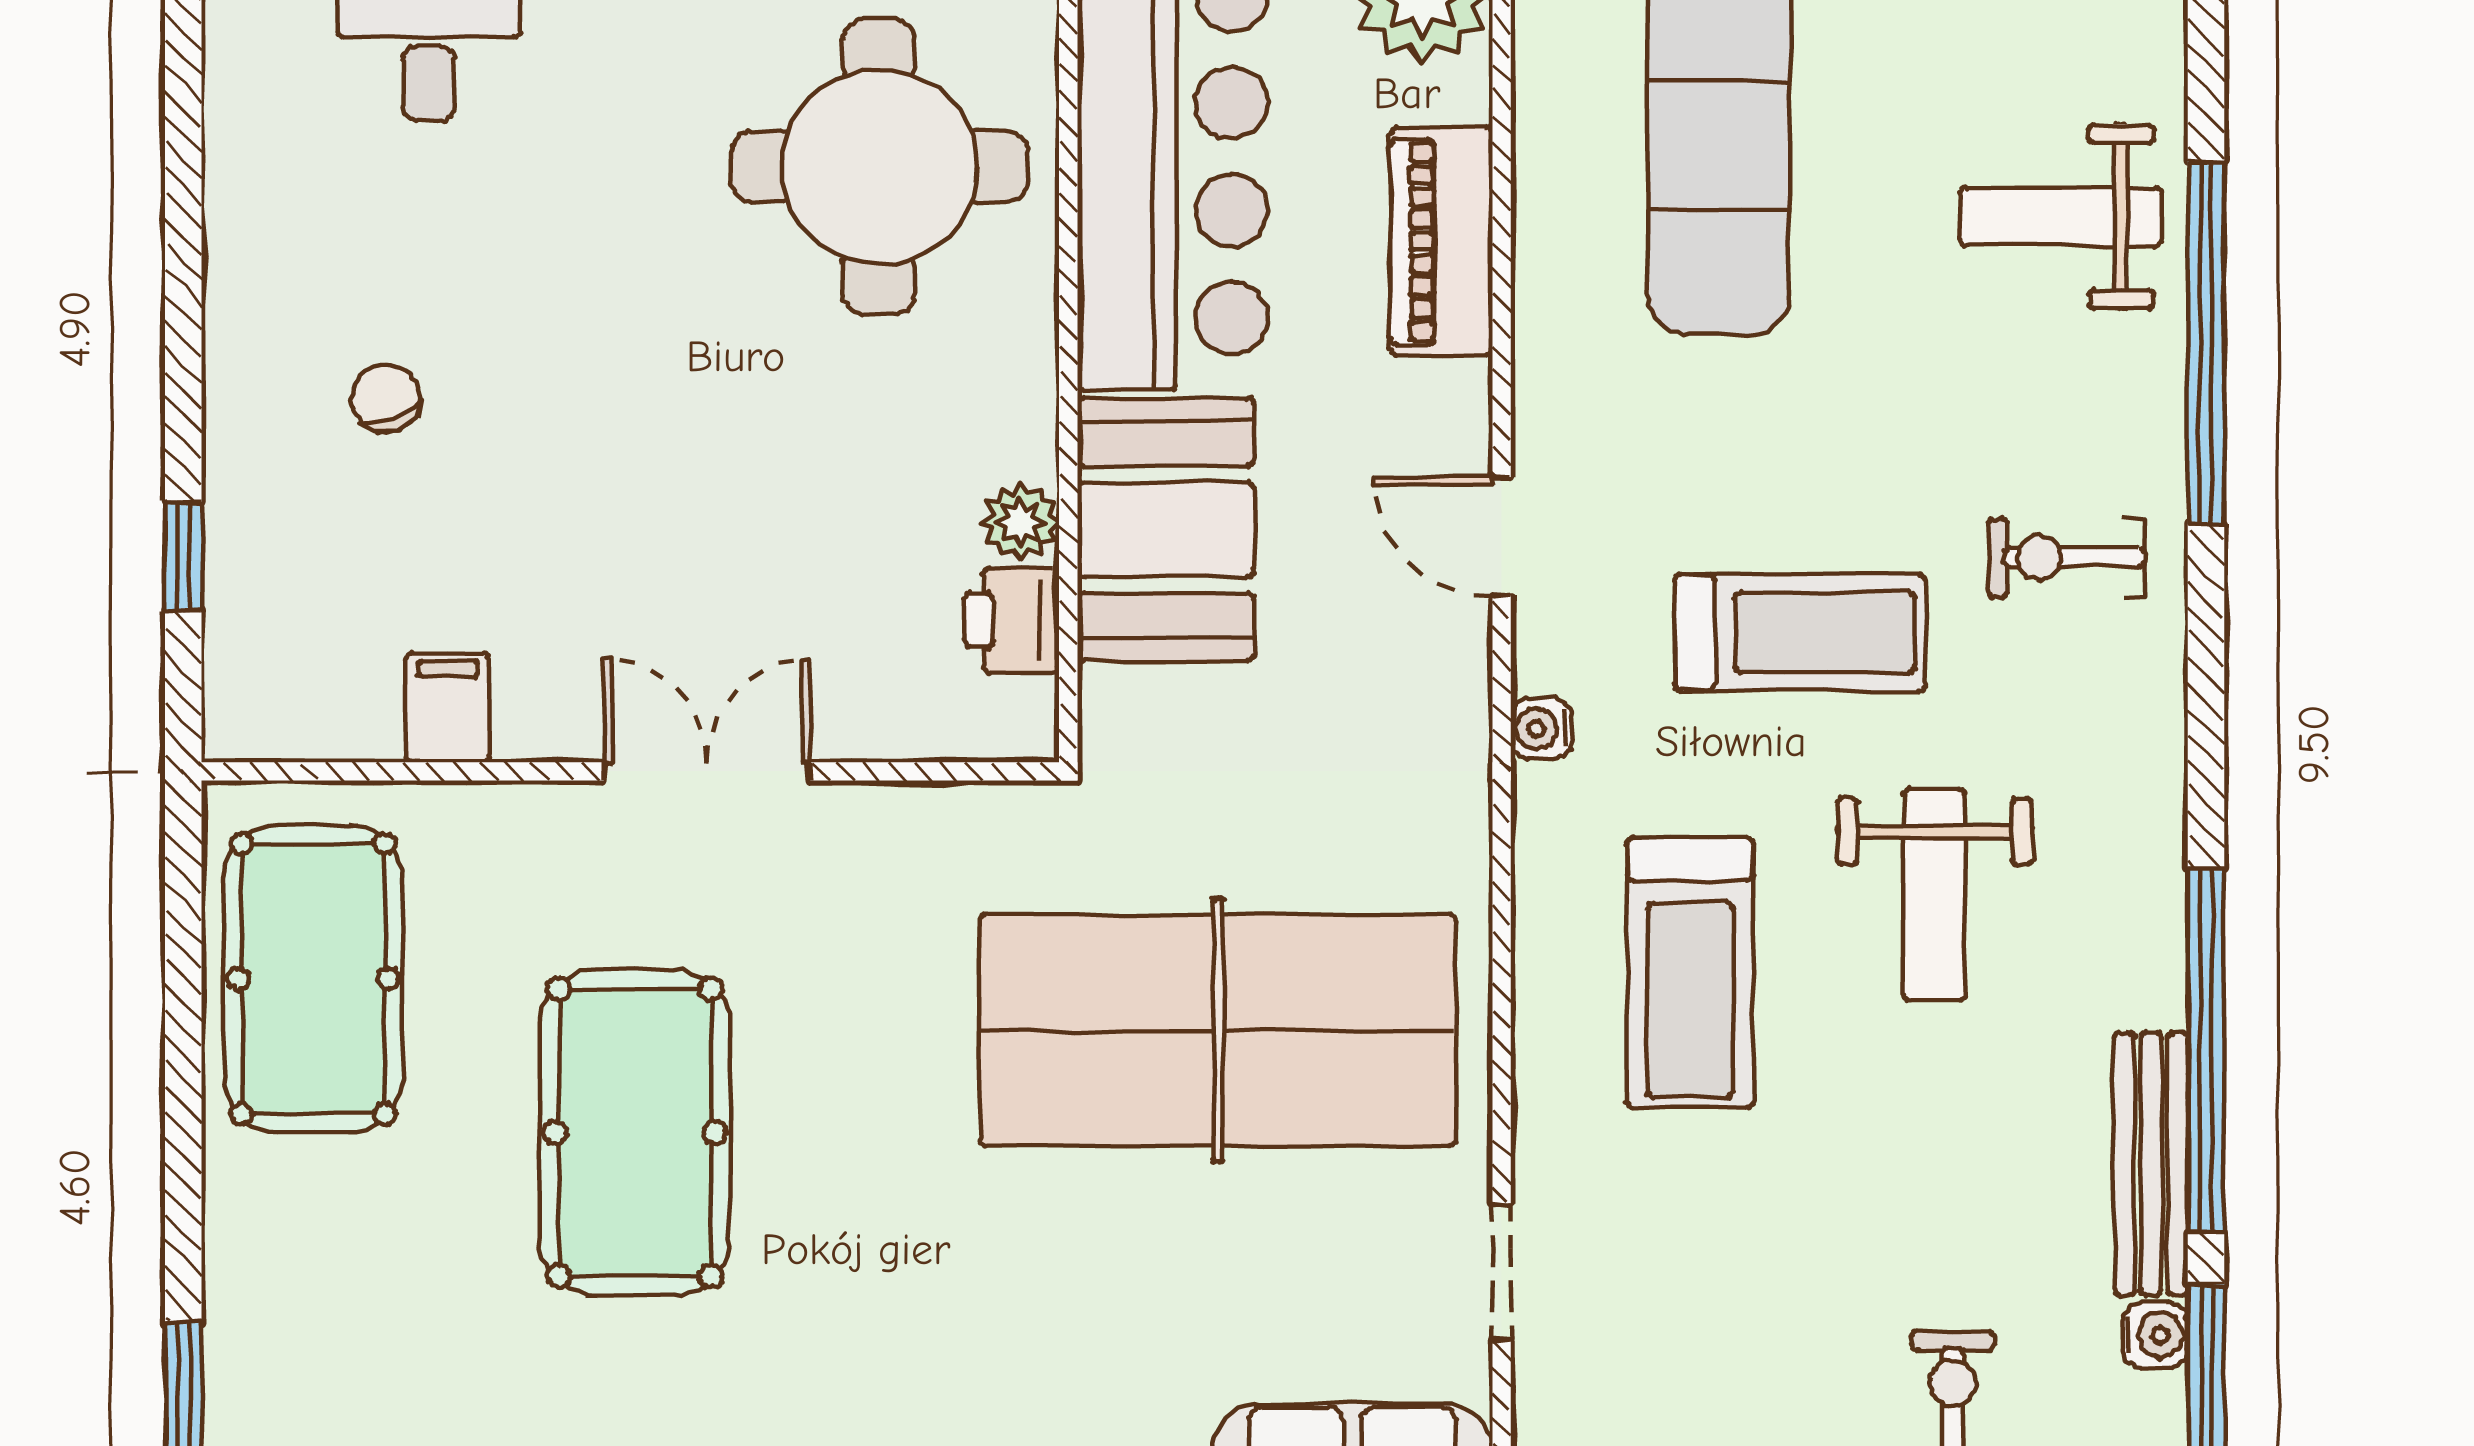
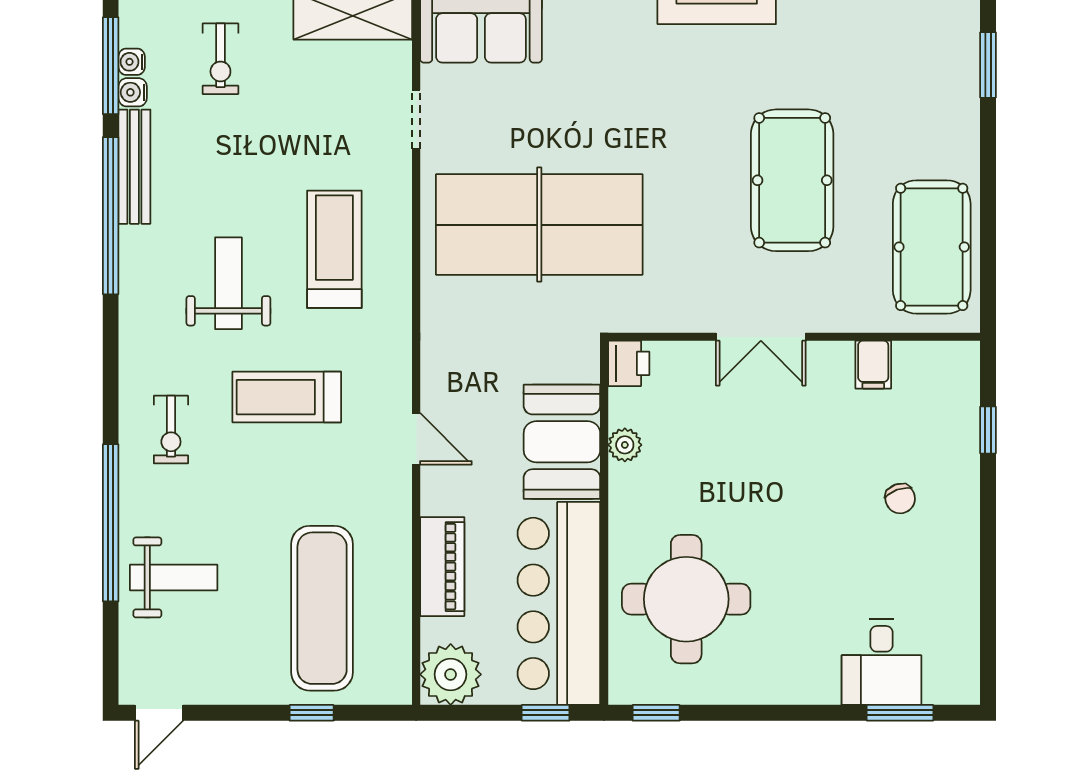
exercise bike: (2067, 558) -> (171, 430), turned 90
printer: (1012, 620) -> (629, 363), moved
water cooler: (1541, 729) -> (132, 62), moved, turned 180

